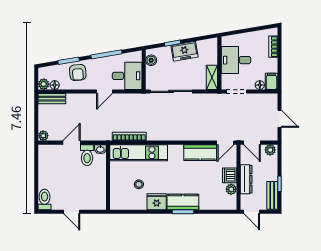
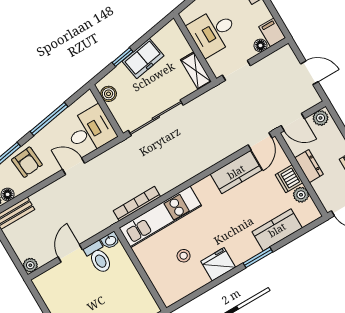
door: (104, 91) -> (74, 166), swing flipped
dresser: (246, 179) -> (309, 166), width x0.70
kitchen counter: (183, 202) -> (277, 230), moved

